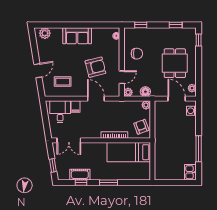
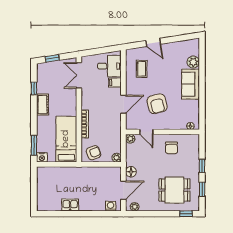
window: (141, 25) -> (202, 166), moved
plant: (45, 33) -> (193, 62), moved
dining table: (175, 63) -> (174, 190), moved
floor lamp: (145, 92) -> (131, 172), moved
window: (199, 149) -> (70, 214), removed
kitchen sink: (190, 172) -> (70, 205), moved
cot: (80, 175) -> (42, 105), moved
nightstand: (146, 175) -> (42, 157), added
window: (109, 183) -> (34, 145), moved

